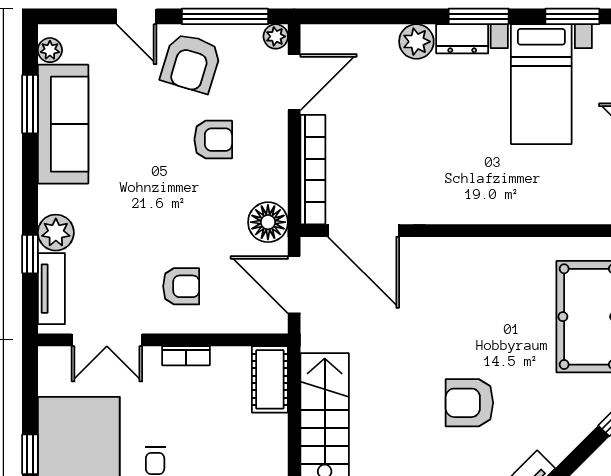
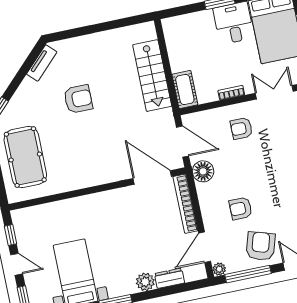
dresser: (462, 39) -> (169, 278), moved

